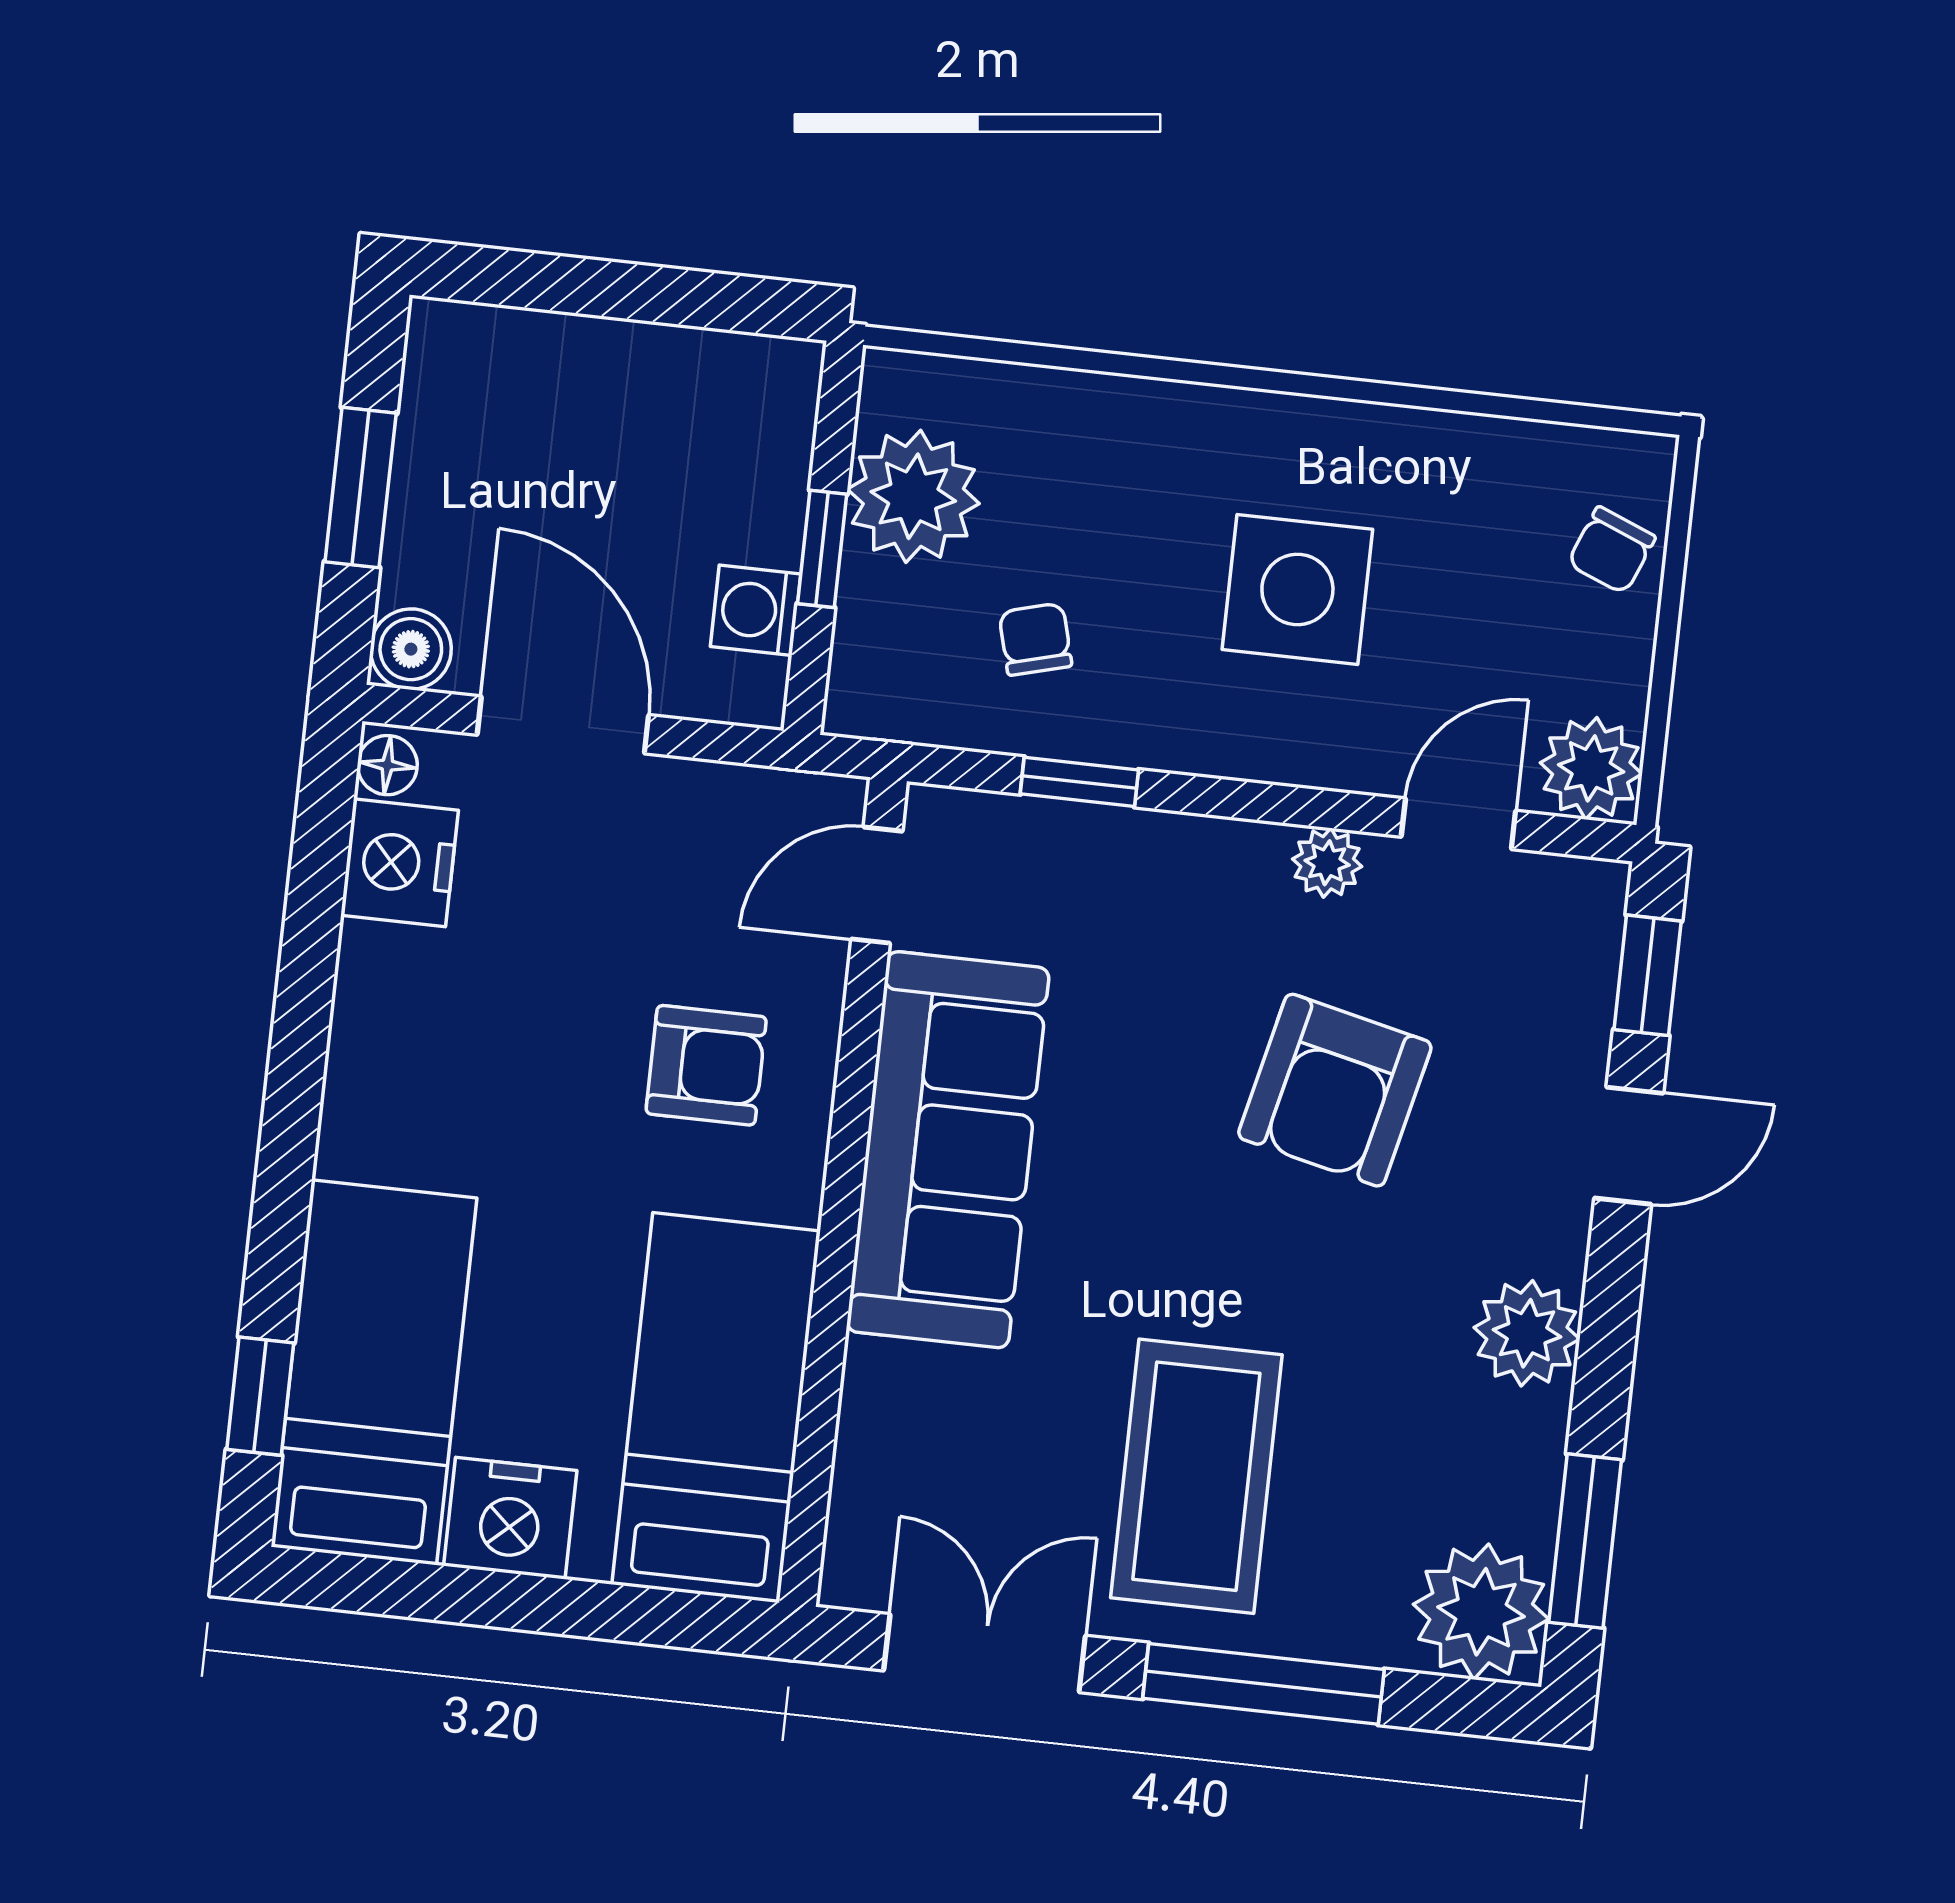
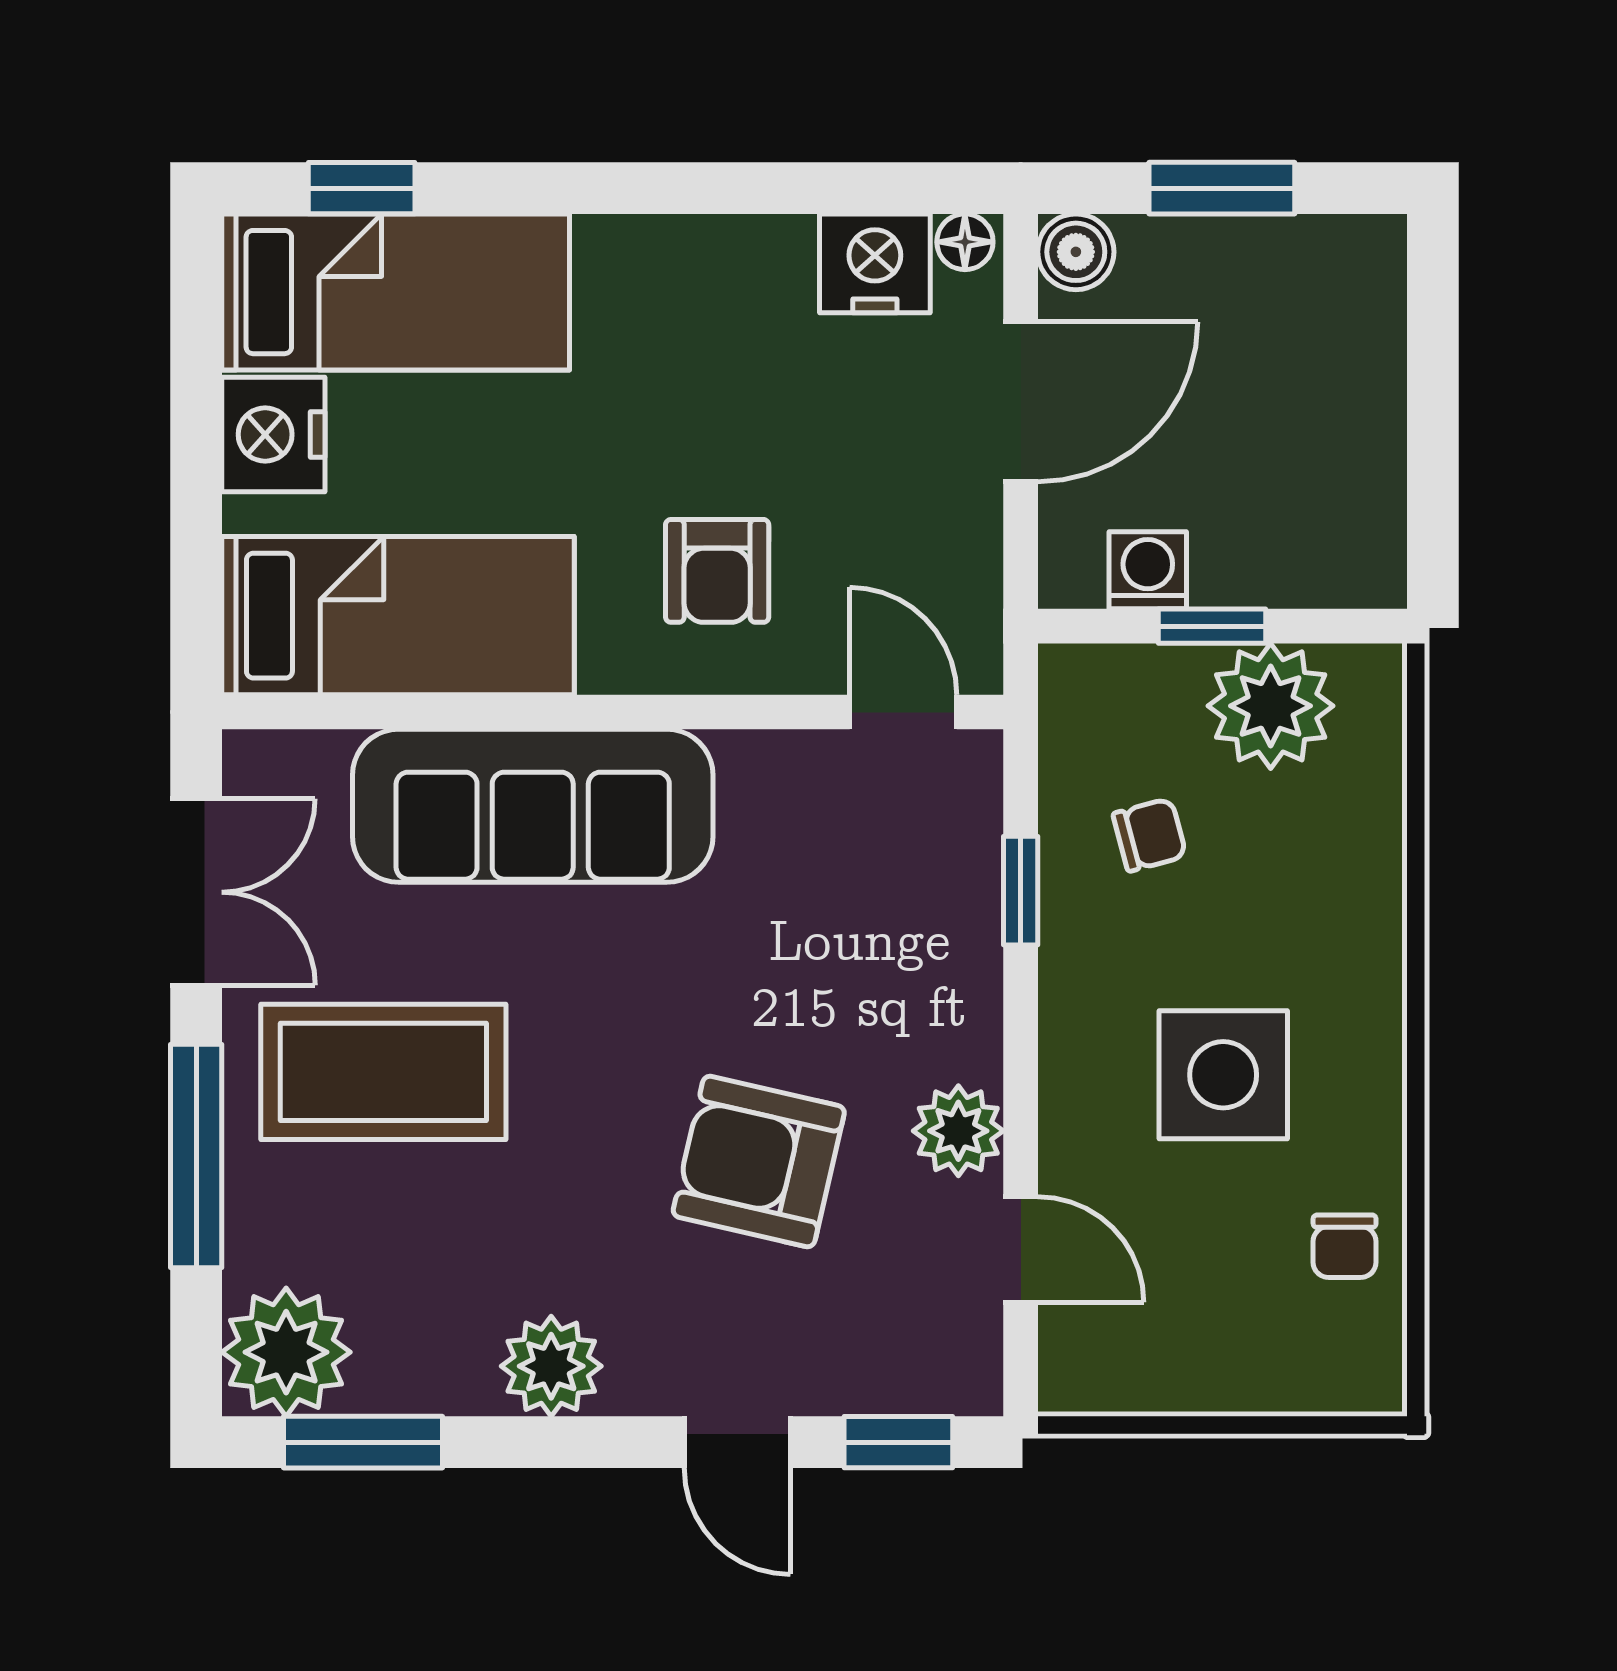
chair: (1611, 550) -> (1345, 1246), moved, turned -112
plant: (1591, 768) -> (1086, 1368), removed
plant: (1327, 863) -> (958, 1131), width x1.38, depth x1.38
sofa: (948, 1150) -> (533, 806), moved

